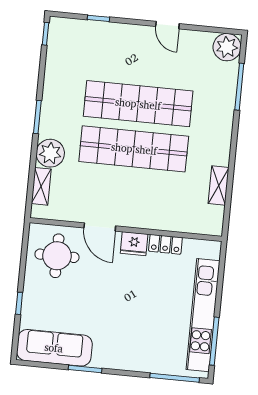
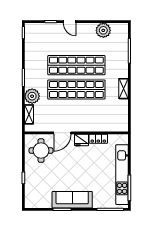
door: (167, 25) -> (70, 22), moved
plant: (227, 47) -> (103, 30), moved
shelving: (219, 185) -> (124, 89), moved
door: (100, 227) -> (62, 133), hinge flipped
sofa: (54, 348) -> (72, 200), moved

